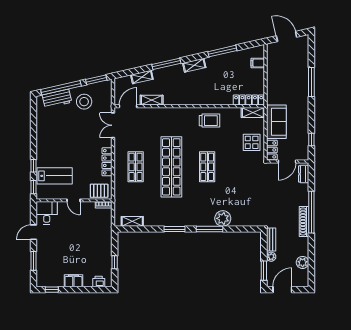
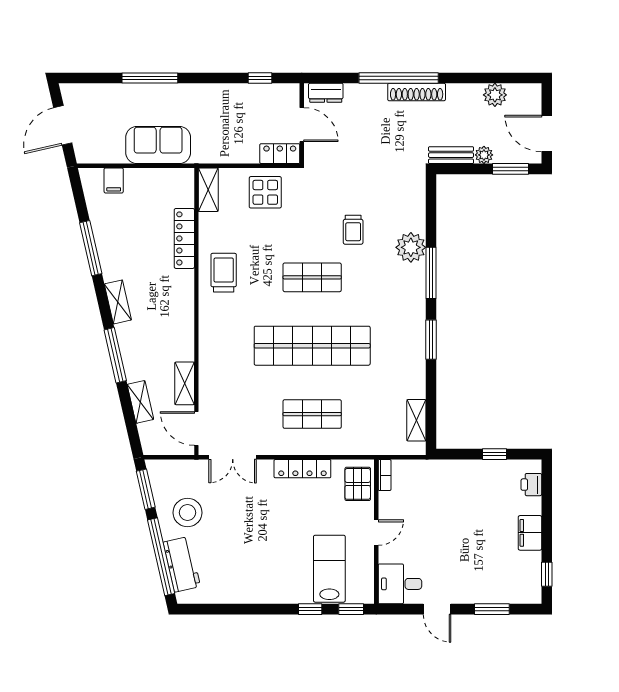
locker: (249, 100) -> (184, 238), moved
sofa: (276, 122) -> (158, 145), moved
trolley: (232, 188) -> (353, 230), added

